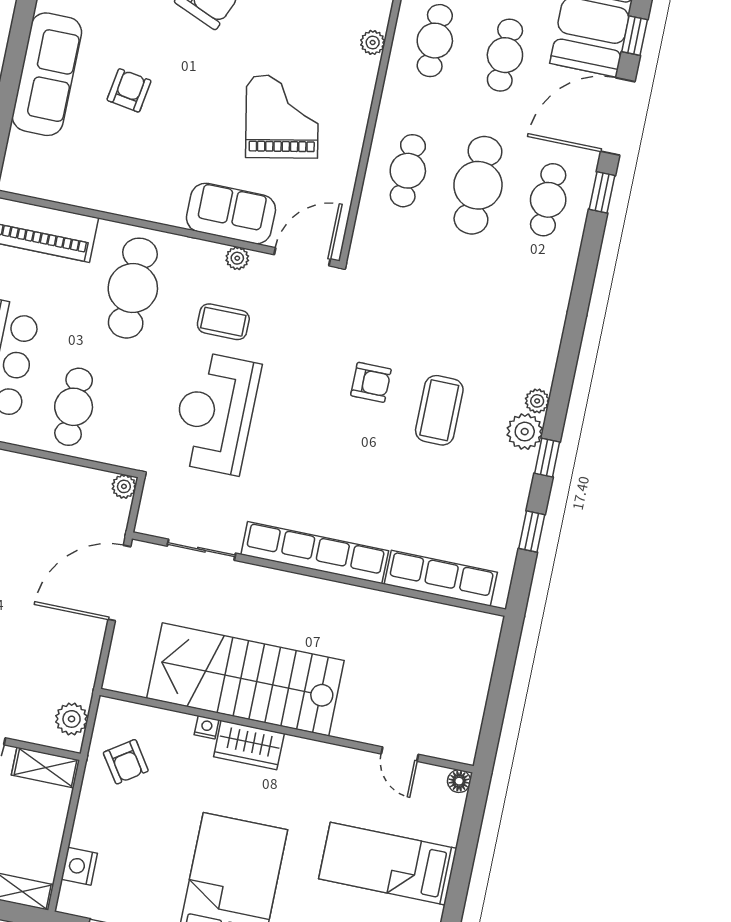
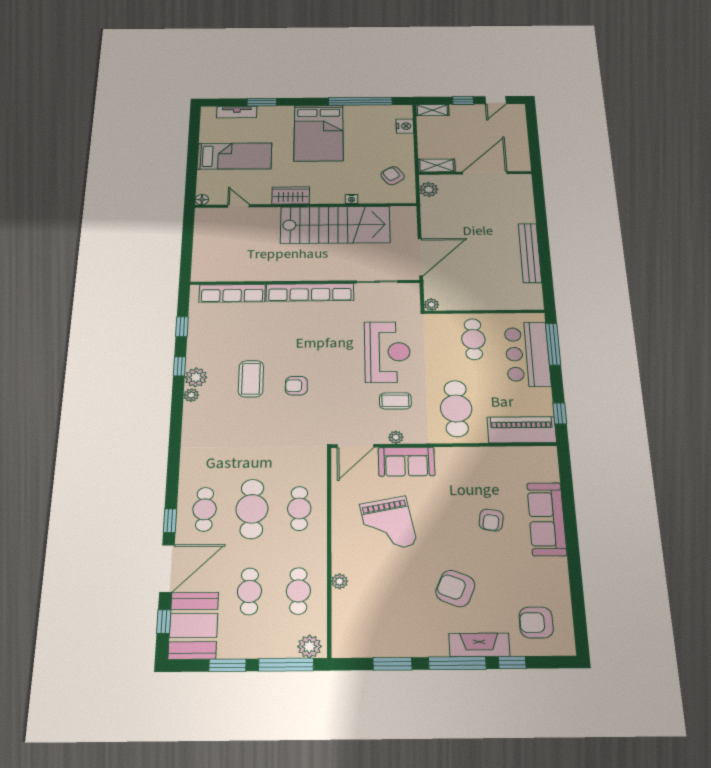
wardrobe: (249, 745) -> (291, 195), moved

